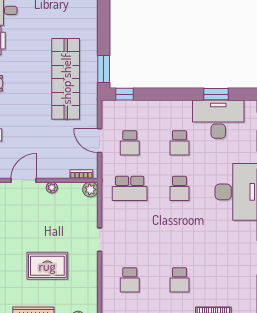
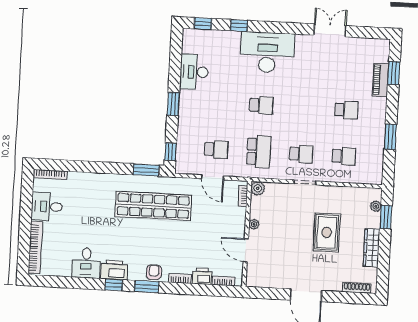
window: (216, 94) -> (173, 104), moved
desk: (218, 119) -> (194, 72), width x0.73, depth x0.77
door: (100, 141) -> (213, 177), hinge flipped
school desk: (180, 143) -> (301, 154), moved

